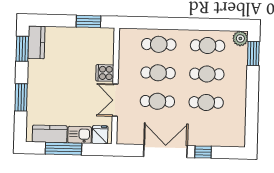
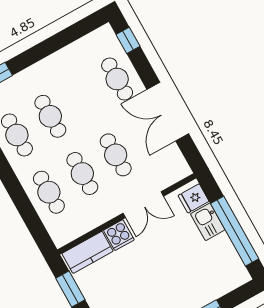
cafe table: (206, 102) -> (117, 79), moved
kitchen counter: (50, 134) -> (87, 252), moved, turned -90
window: (63, 149) -> (235, 231), width x1.46
window: (203, 152) -> (128, 40), moved

